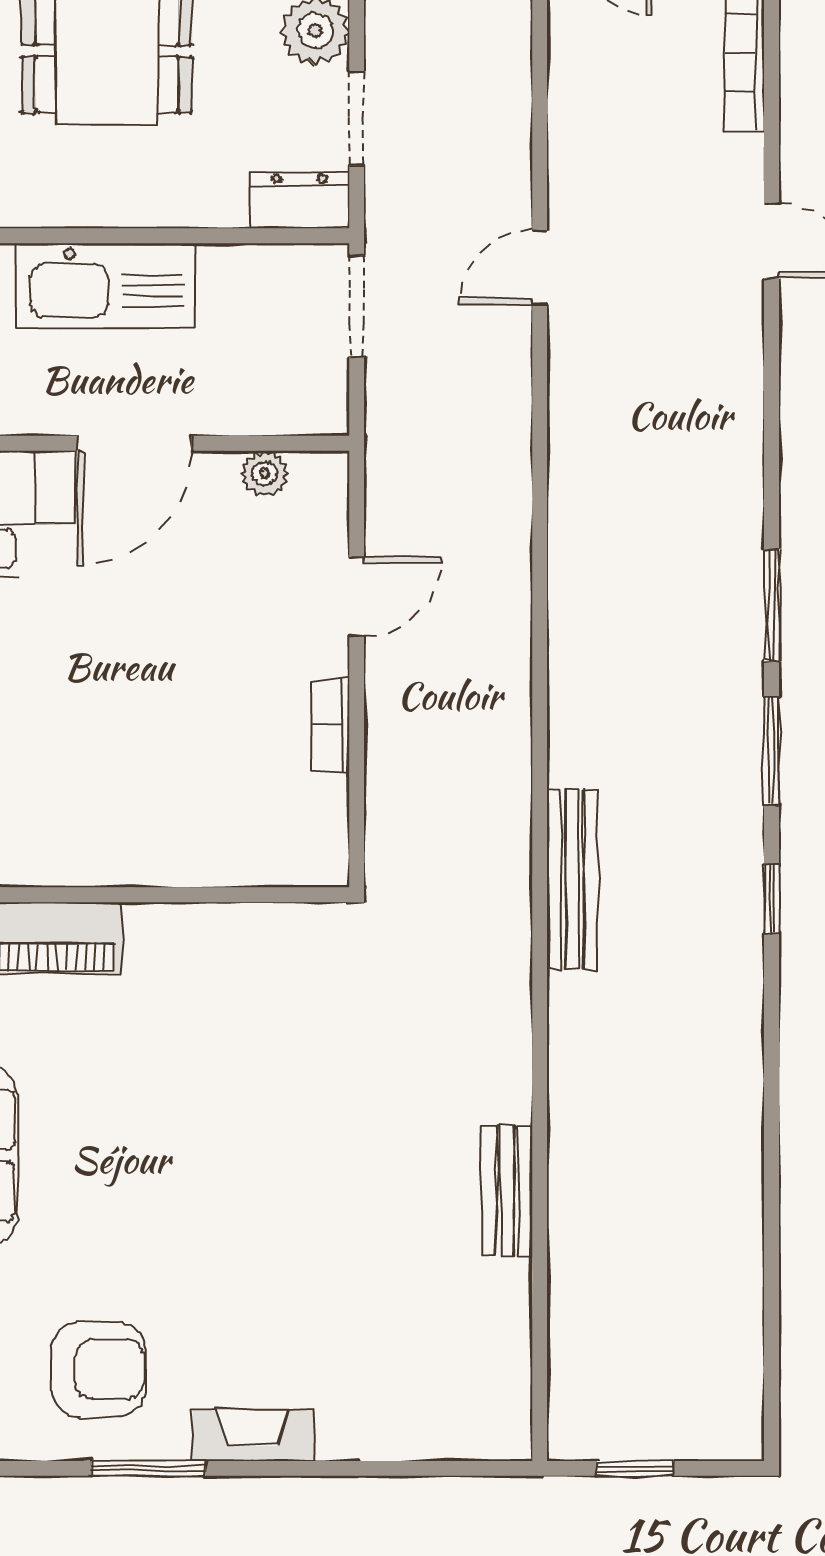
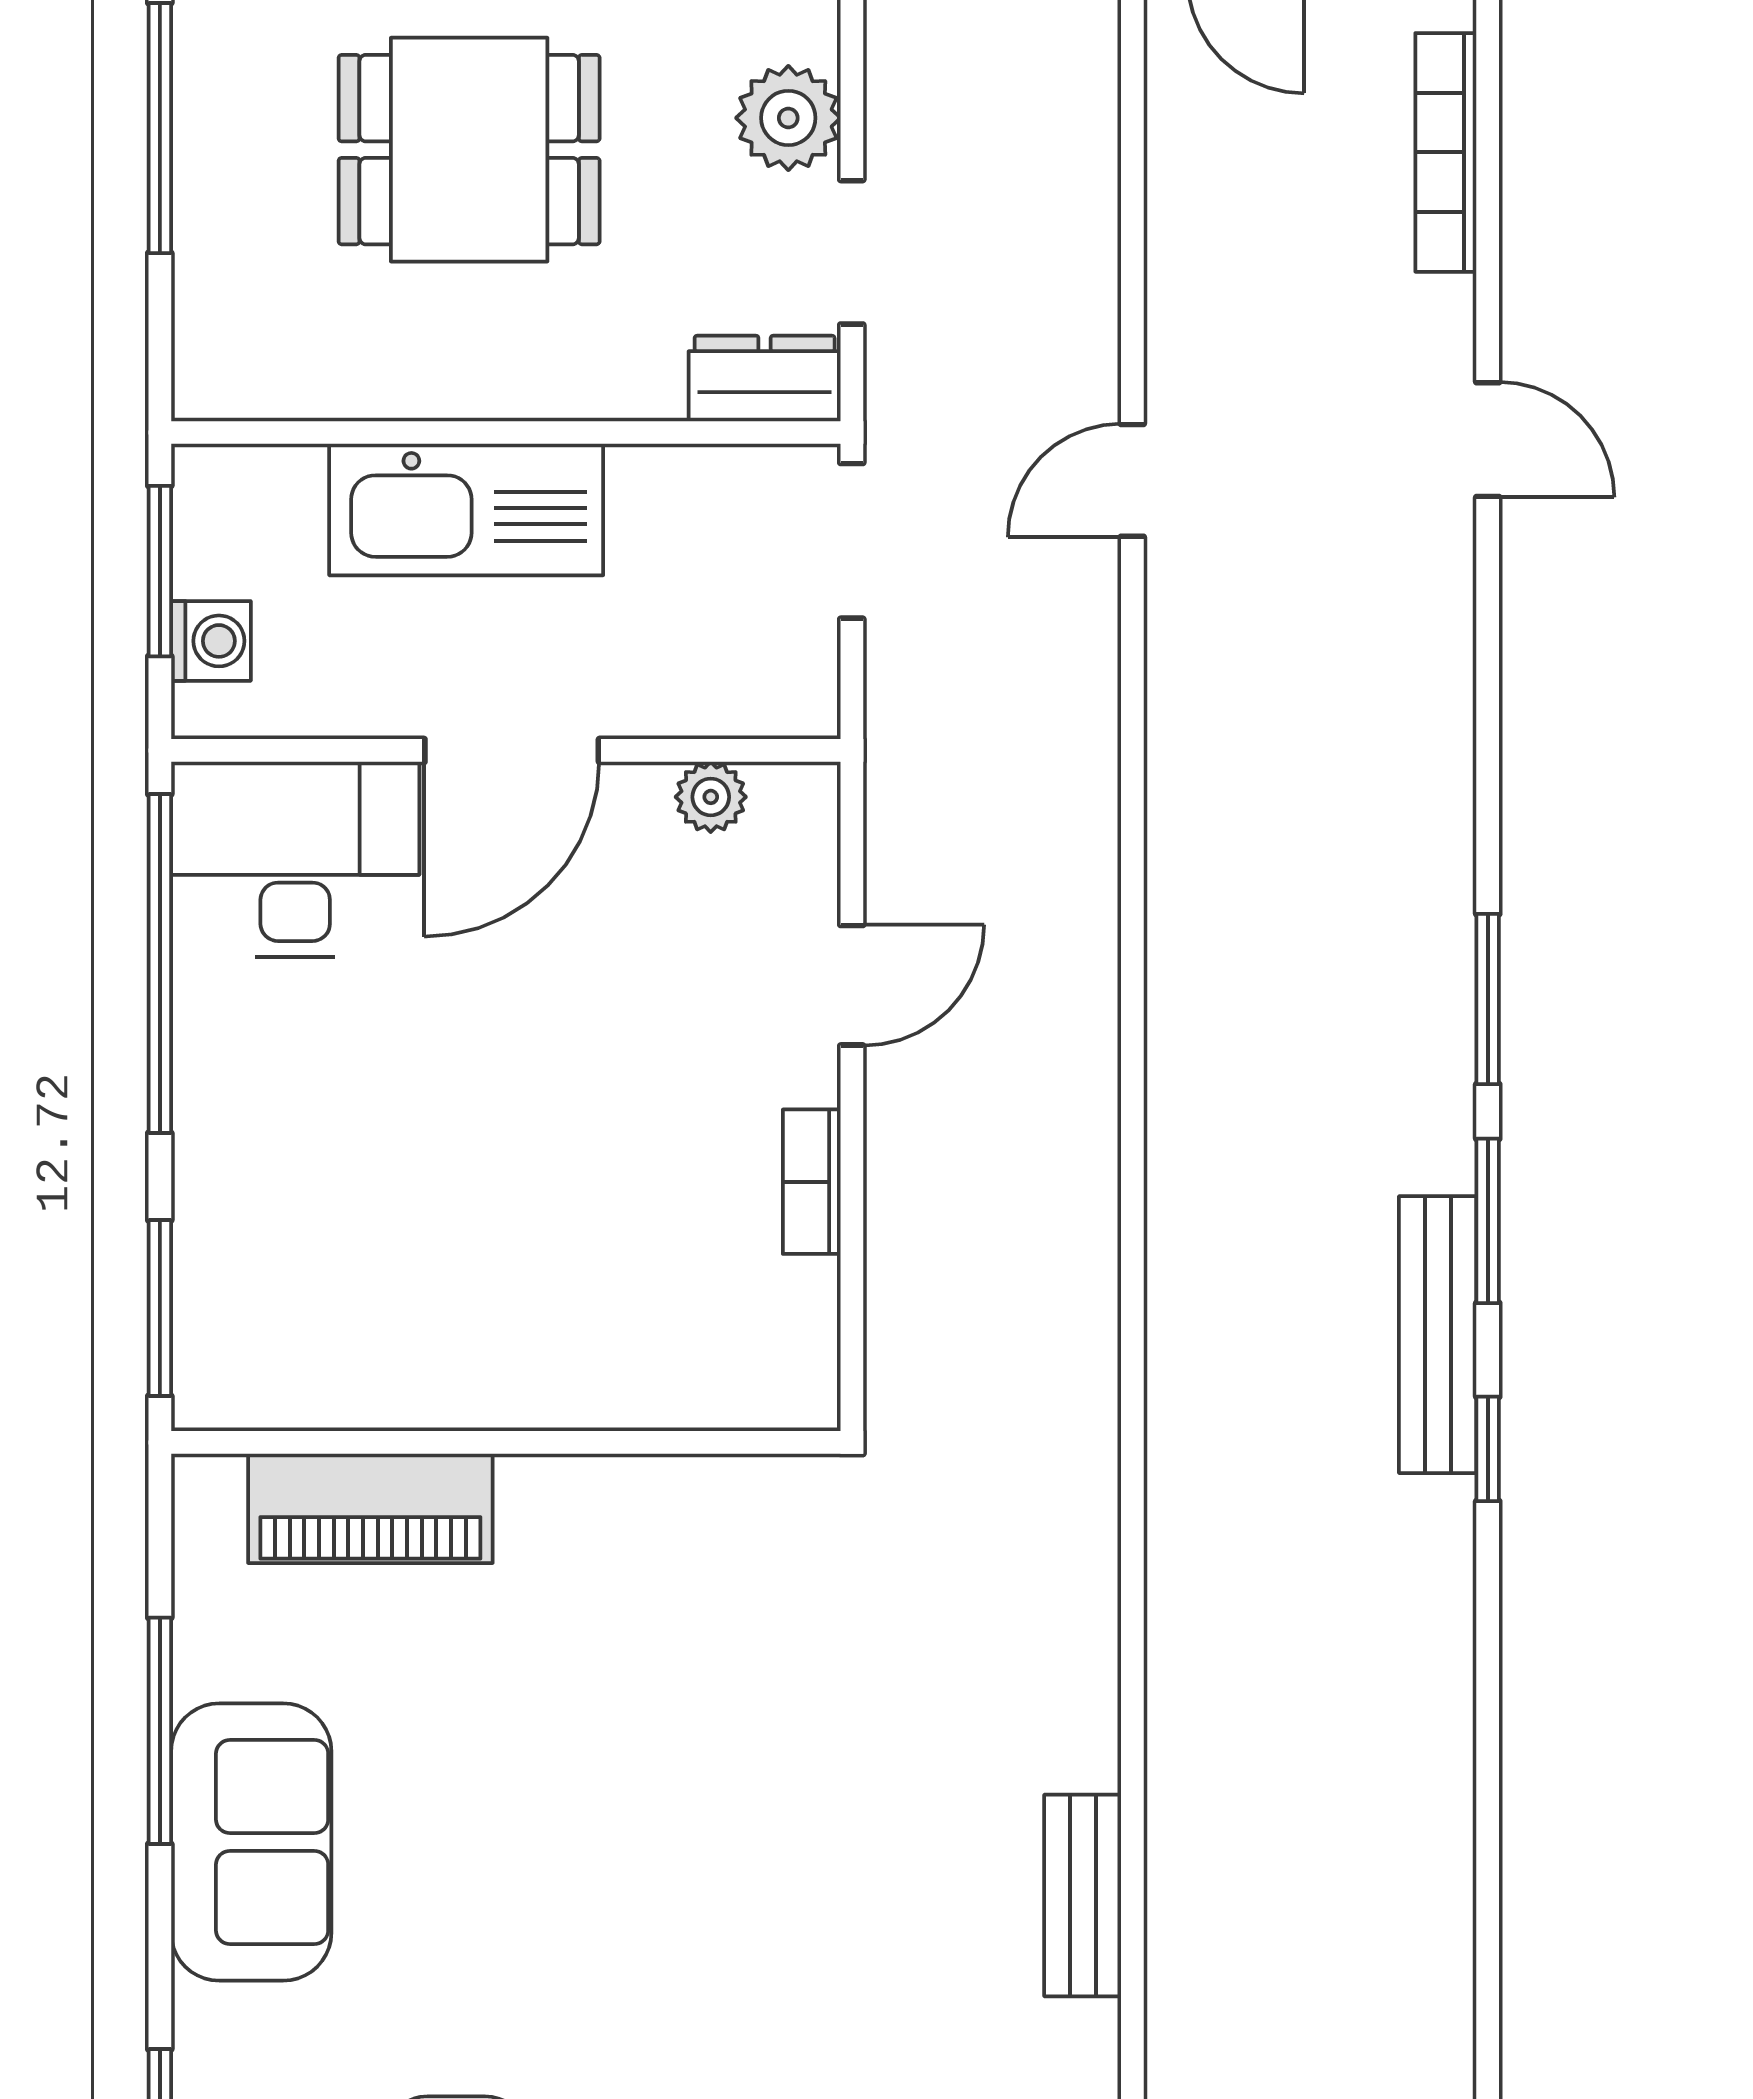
bench: (572, 880) -> (1438, 1335), moved

